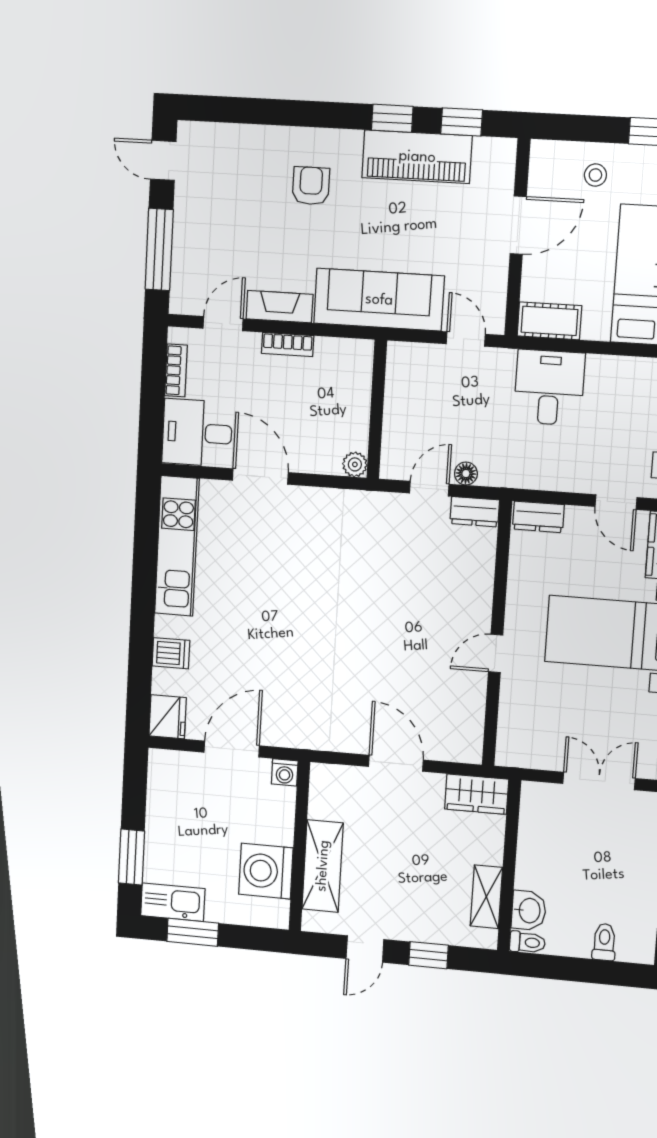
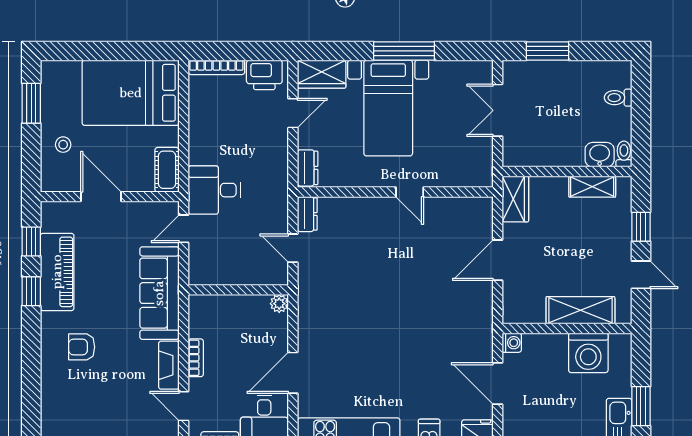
desk: (549, 387) -> (214, 190), moved
floor lamp: (466, 474) -> (280, 222), removed

